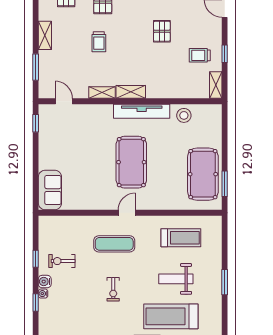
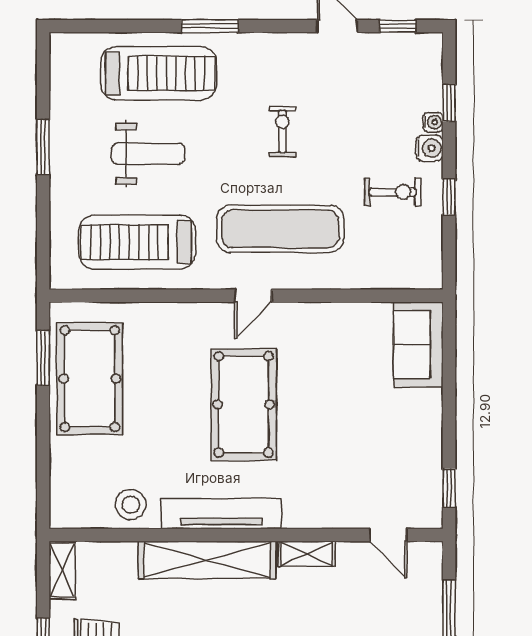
shelving: (131, 92) -> (207, 560), width x2.20, depth x1.33
treadmill: (181, 238) -> (137, 242), width x1.37, depth x1.38
exercise mat: (114, 244) -> (280, 229), width x1.36, depth x1.45

